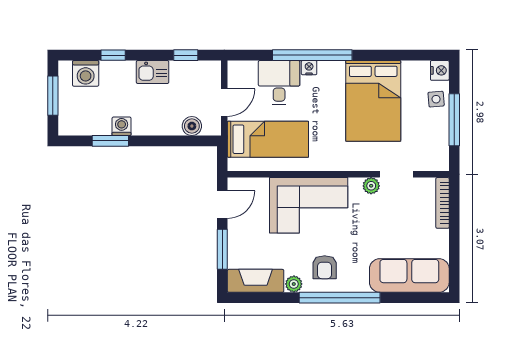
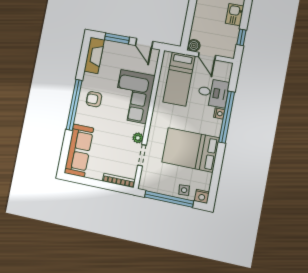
window: (454, 120) -> (169, 199), width x1.46
boiler: (192, 126) -> (194, 46), moved
plant: (294, 284) -> (88, 78), removed

